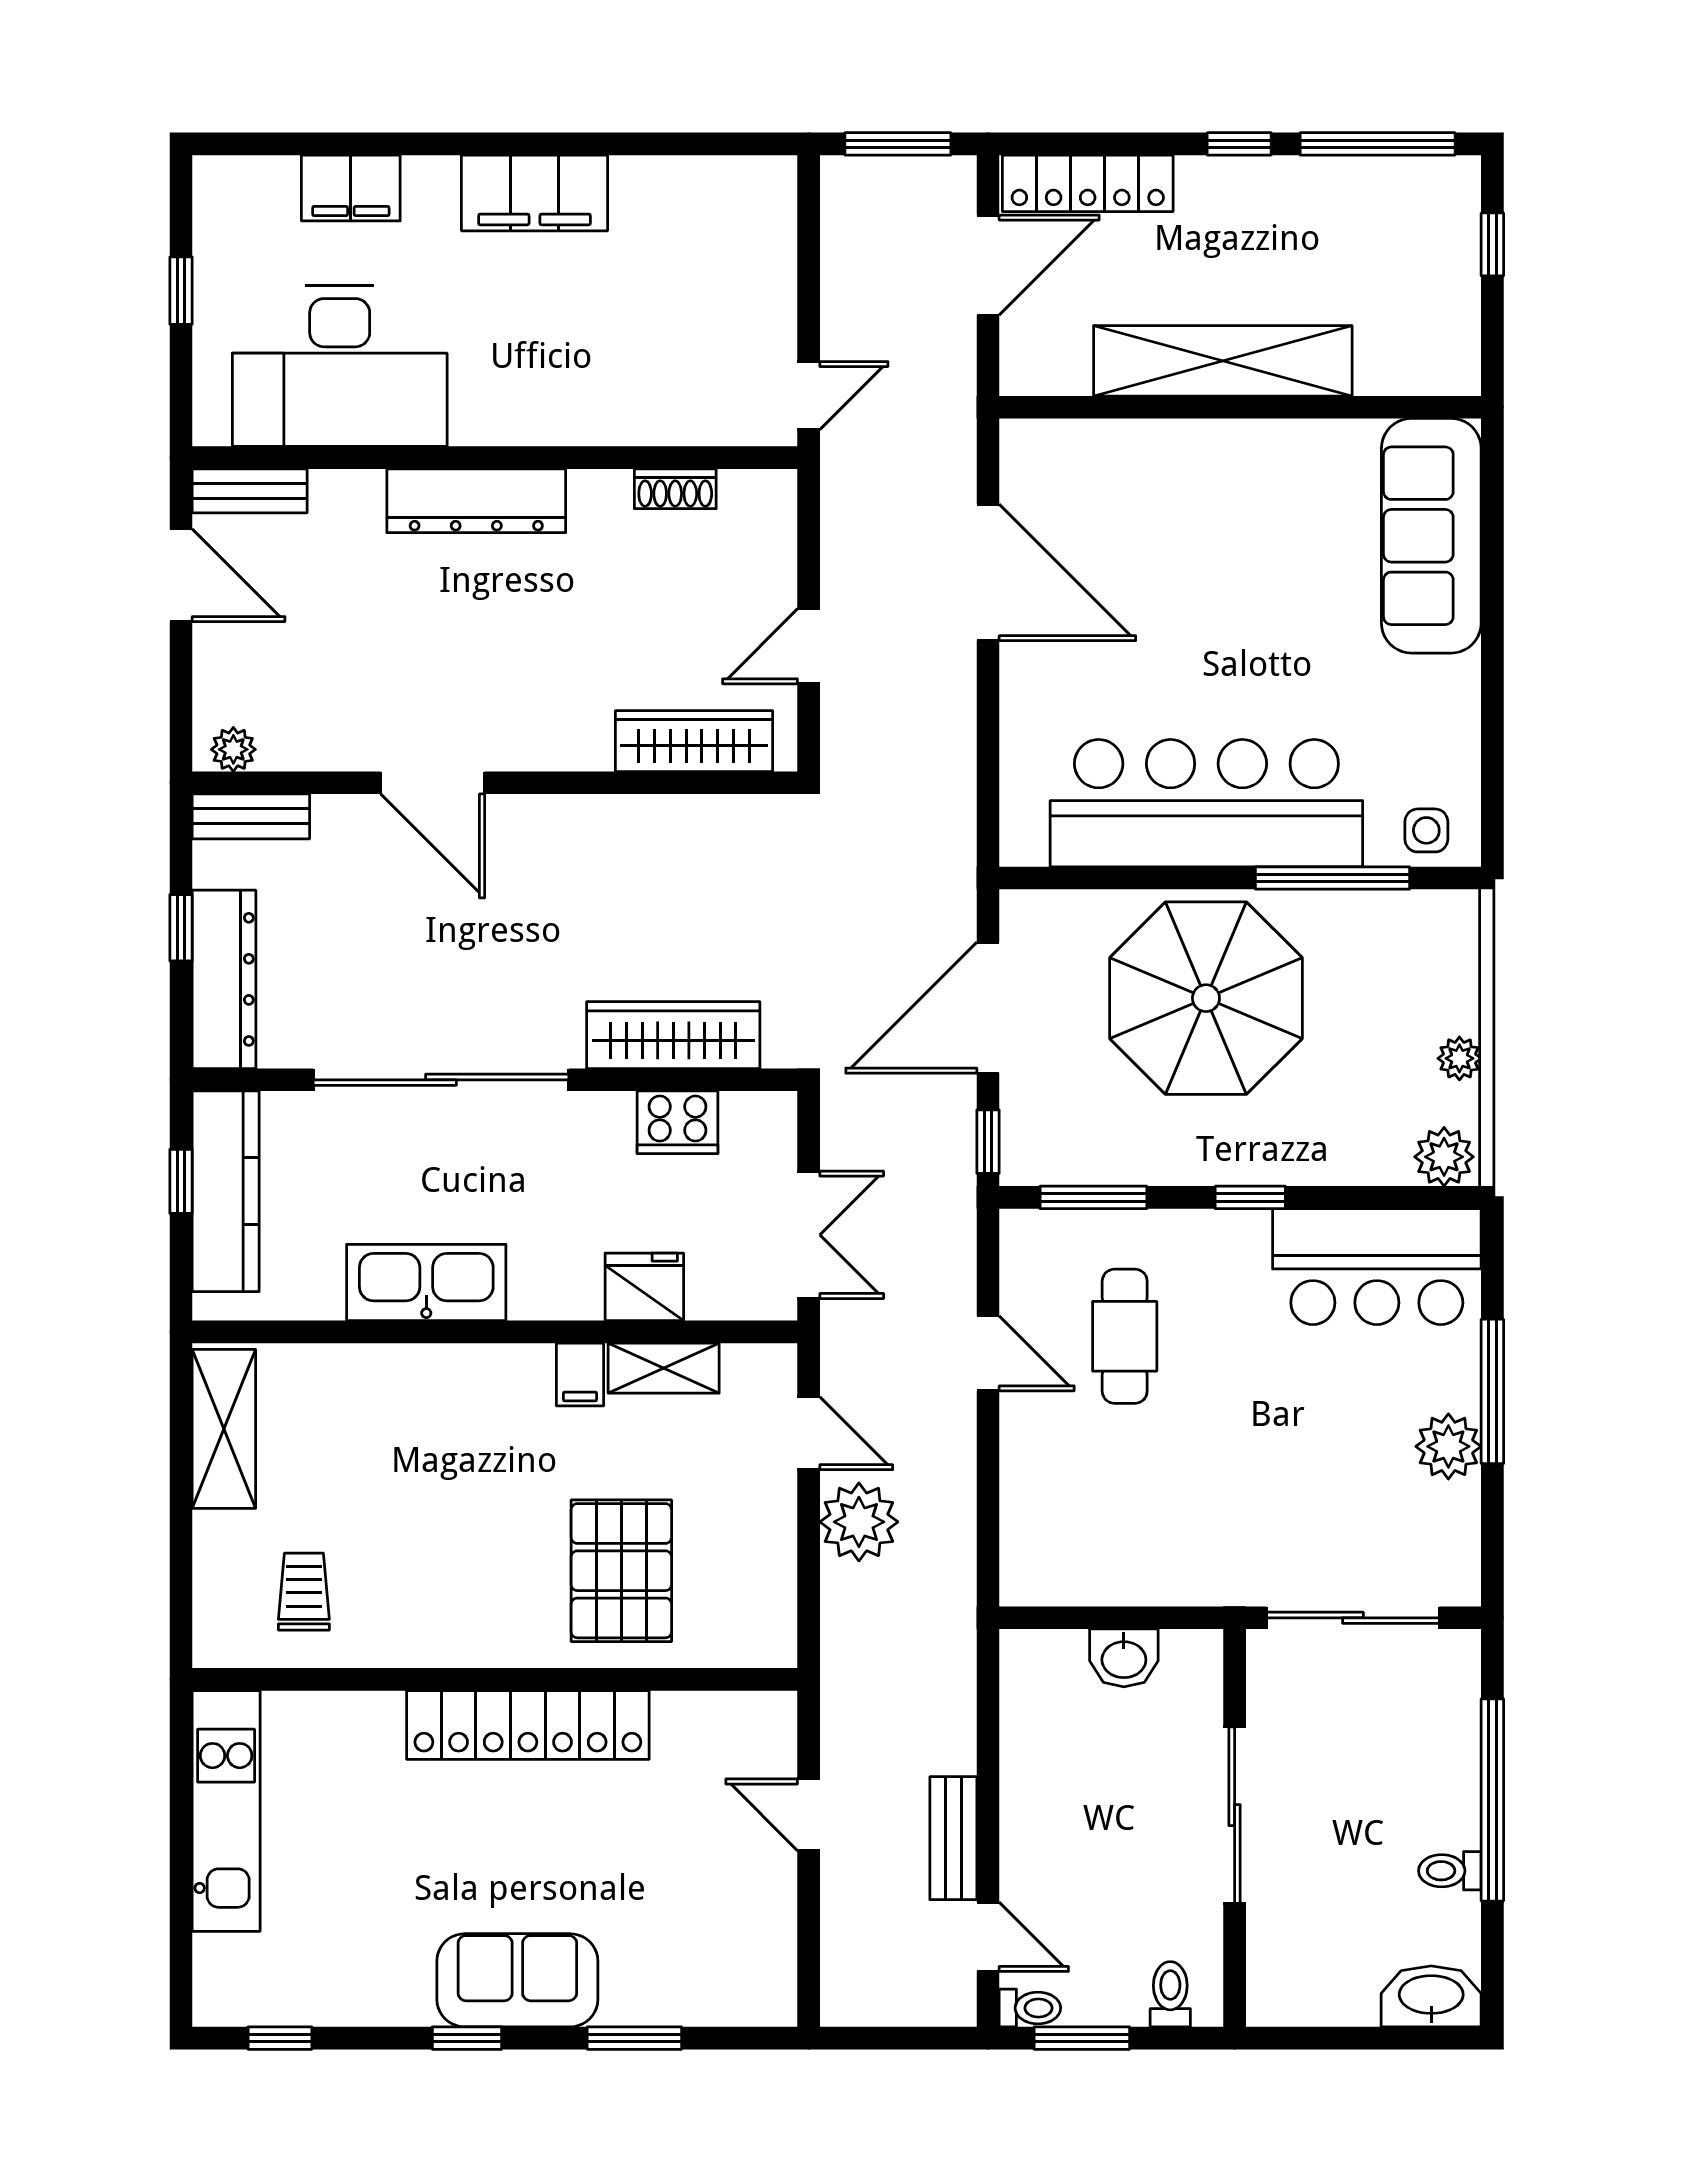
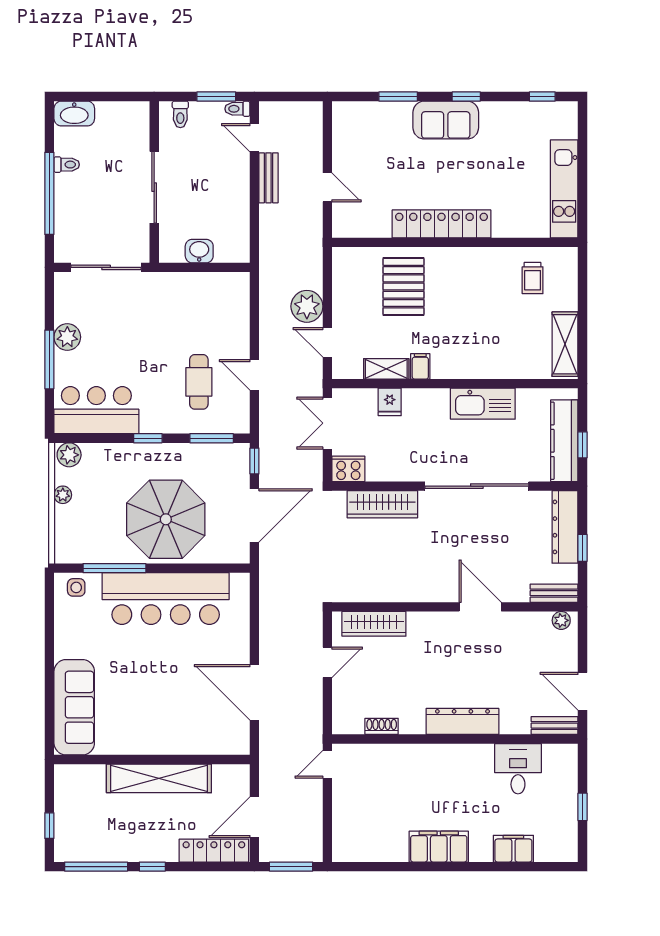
desk: (340, 366) -> (518, 769), width x0.53, depth x0.77
cooker: (678, 1122) -> (348, 469), moved
fridge: (644, 1287) -> (390, 402), width x0.72

